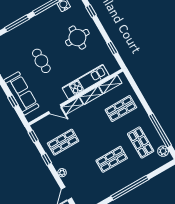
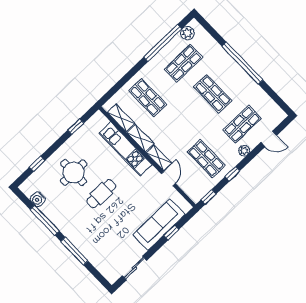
cafe table: (41, 61) -> (101, 194), moved
shop shelf: (83, 176) -> (242, 124), added

